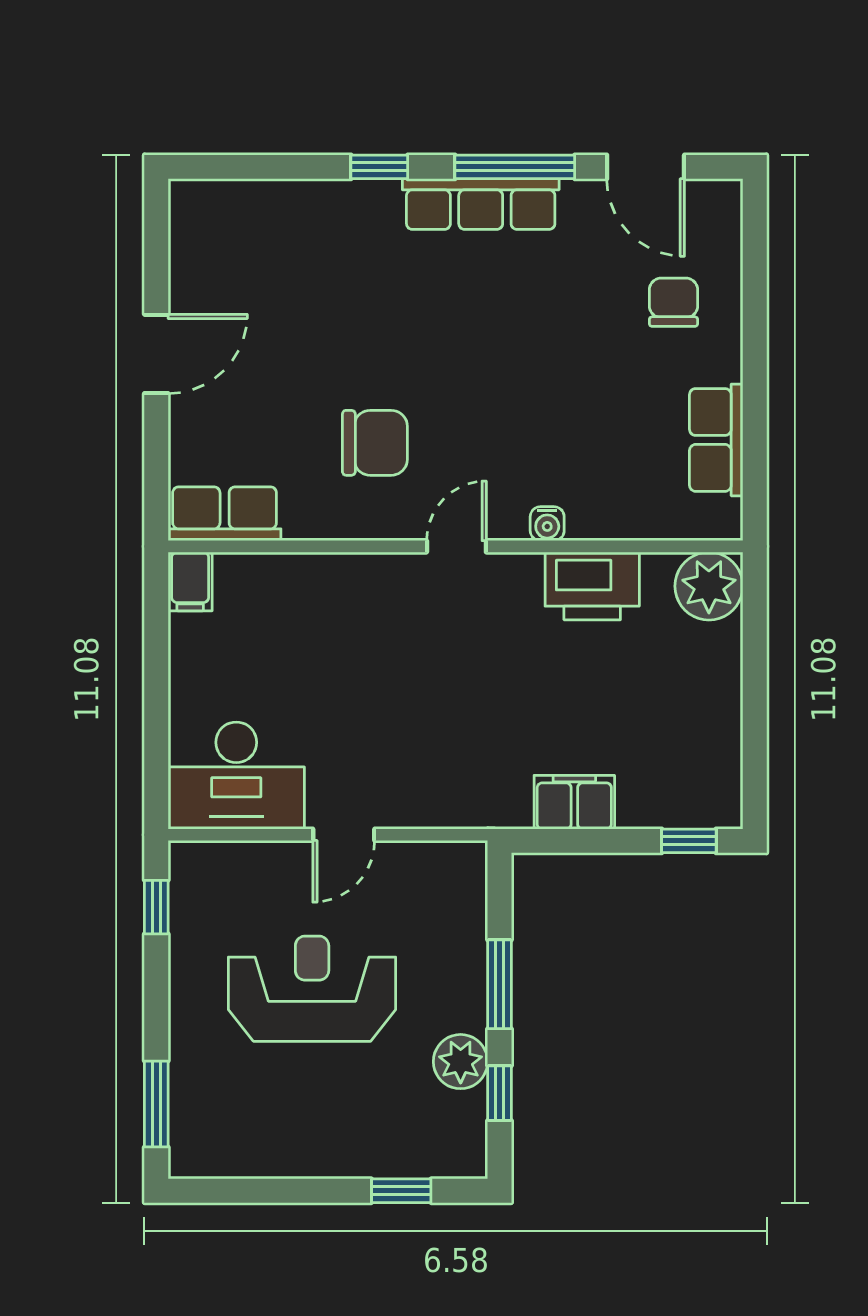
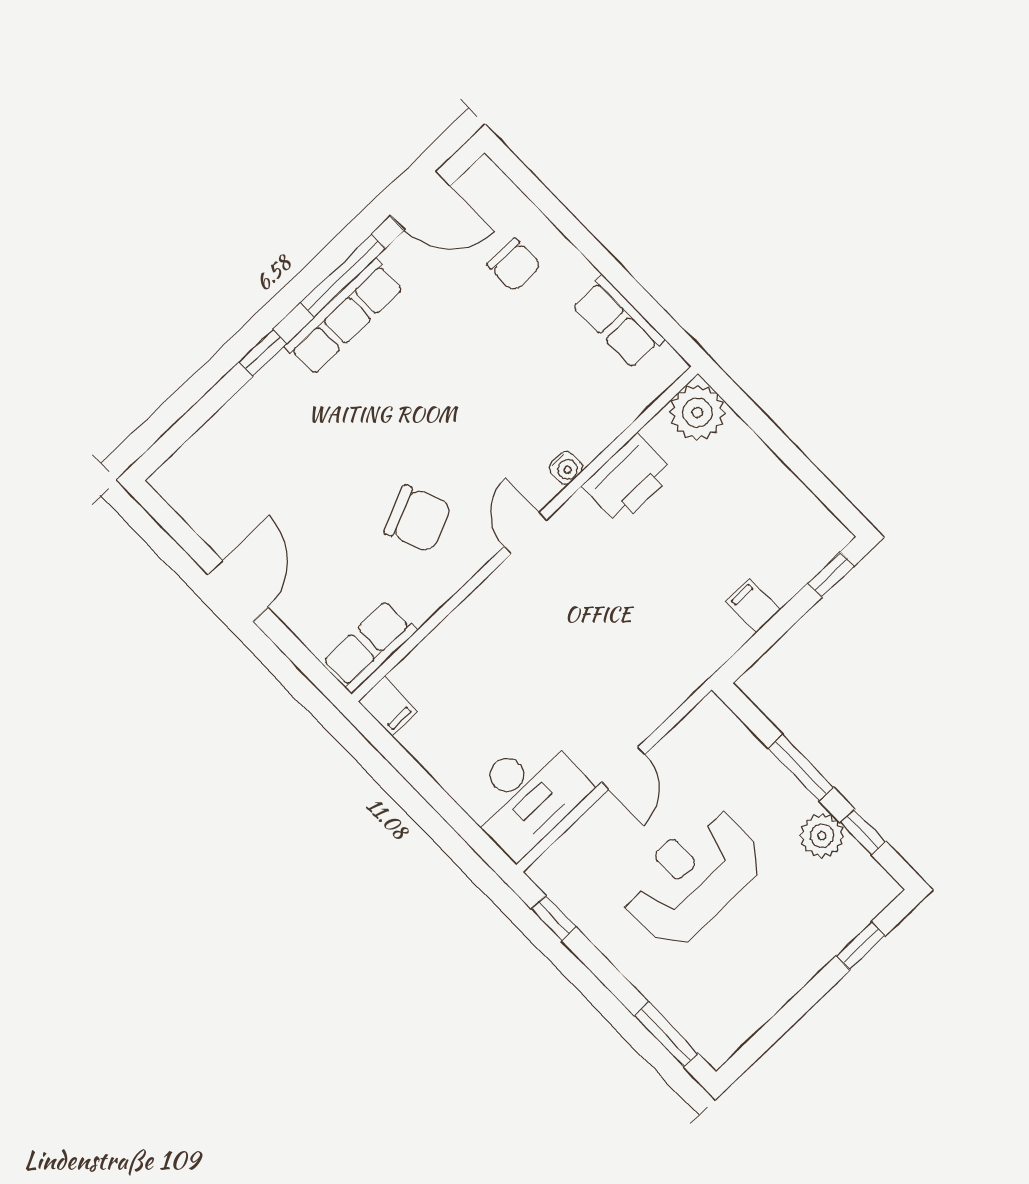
chair: (673, 302) -> (514, 265), turned 180
chair: (375, 443) -> (418, 519), turned 67
filing cabinet: (574, 802) -> (753, 606), width x0.50

